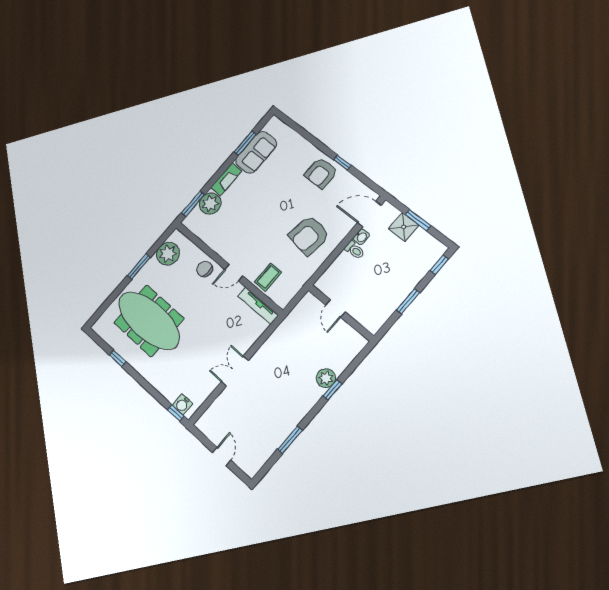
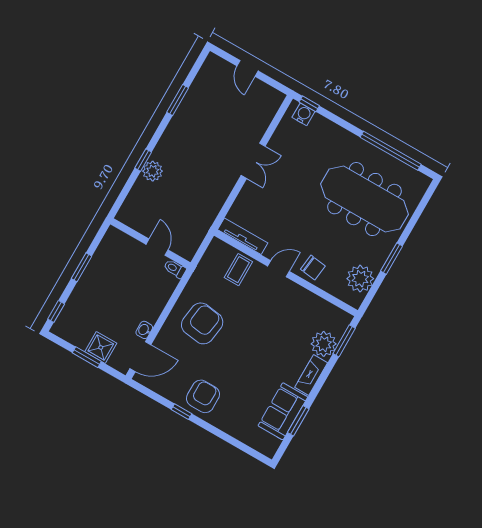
toilet: (355, 250) -> (175, 269), moved
window: (118, 358) -> (391, 151), width x3.17

